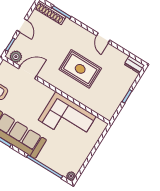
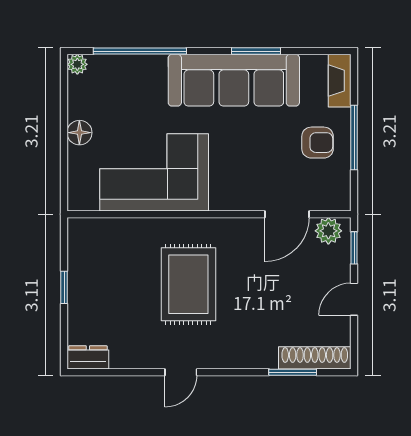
door: (22, 25) -> (354, 299), hinge flipped
door: (103, 38) -> (181, 372), swing flipped
rug: (80, 69) -> (188, 284), turned 90
floor lamp: (86, 150) -> (79, 133), added

